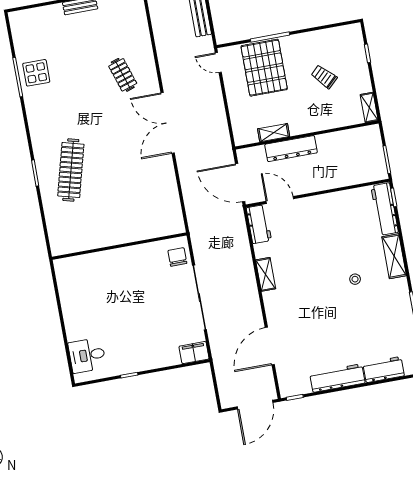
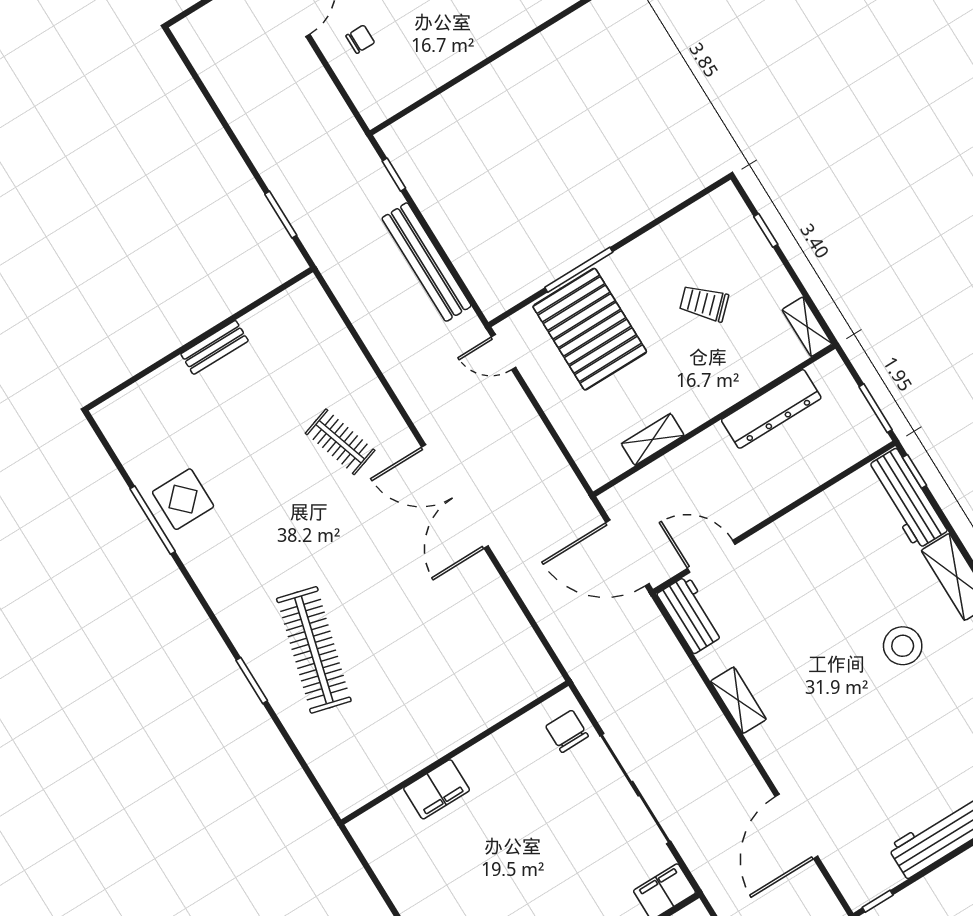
dresser: (291, 149) -> (771, 409), moved
filing cabinet: (104, 260) -> (437, 789), added
stool: (355, 279) -> (903, 646), width x1.89, depth x1.89

